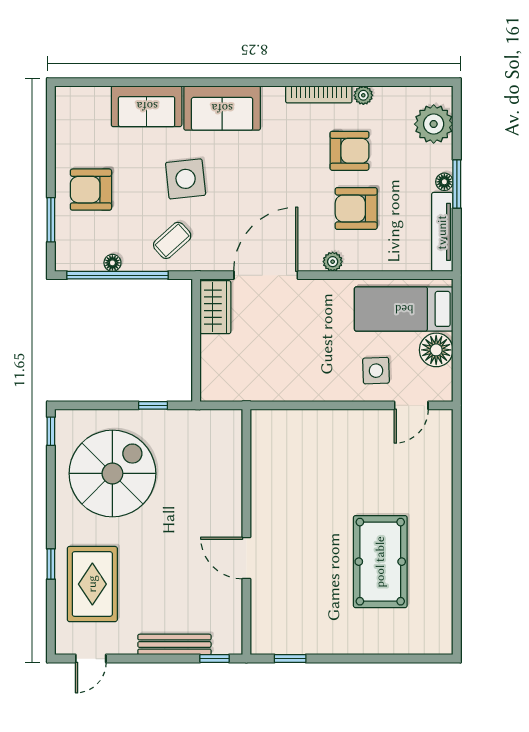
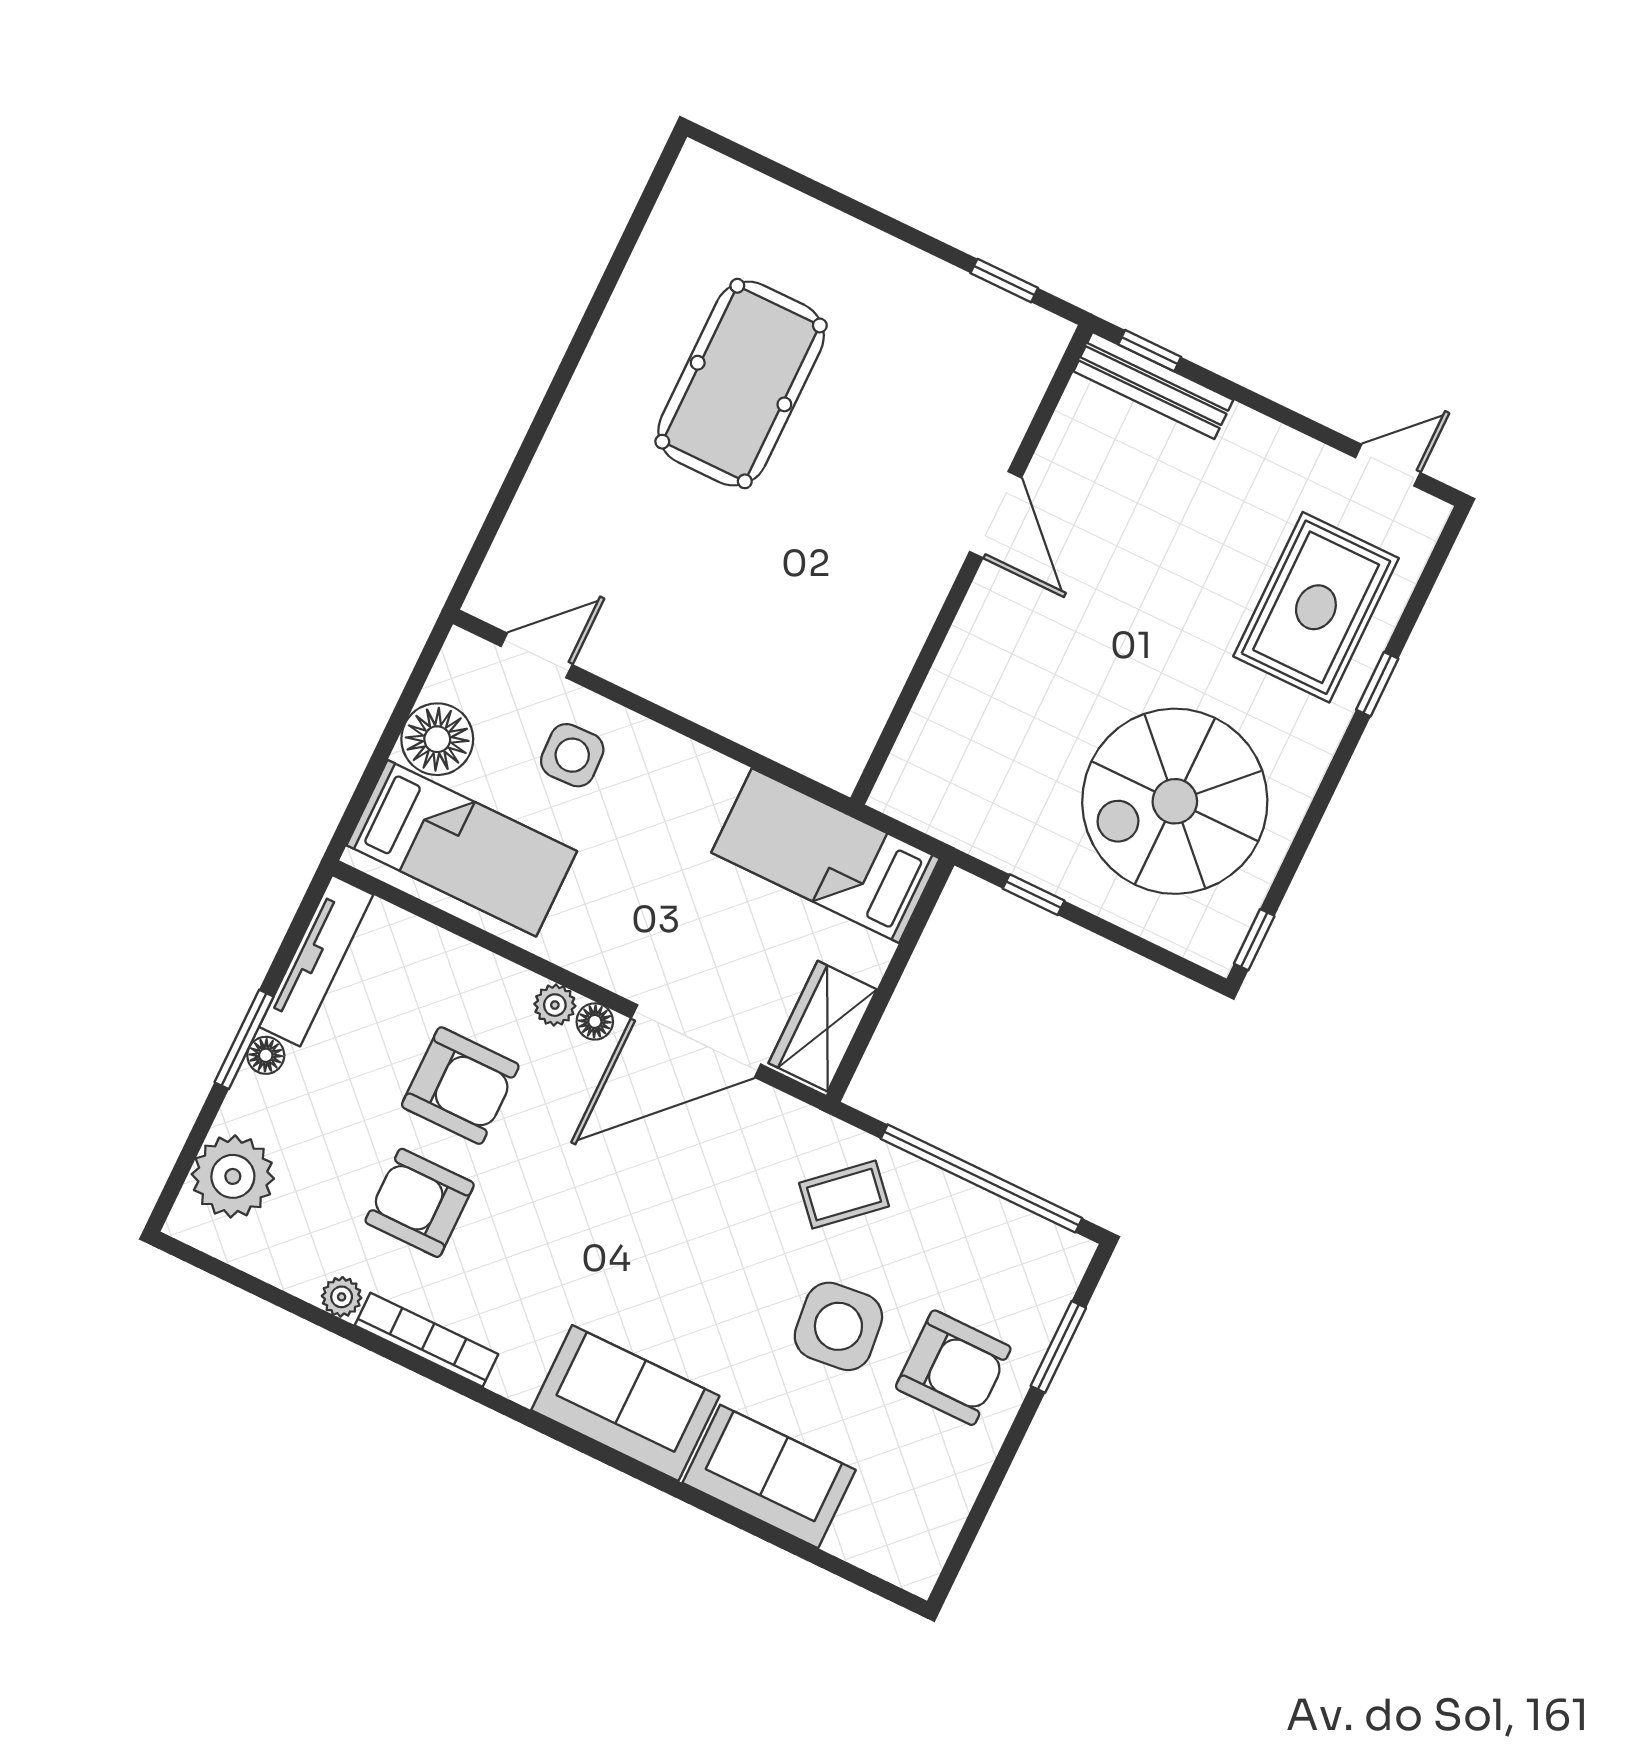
side table: (186, 179) -> (838, 1326), moved
floor lamp: (112, 263) -> (595, 1021), moved
bed: (249, 380) -> (826, 856), added
bench: (174, 644) -> (1153, 386), moved

